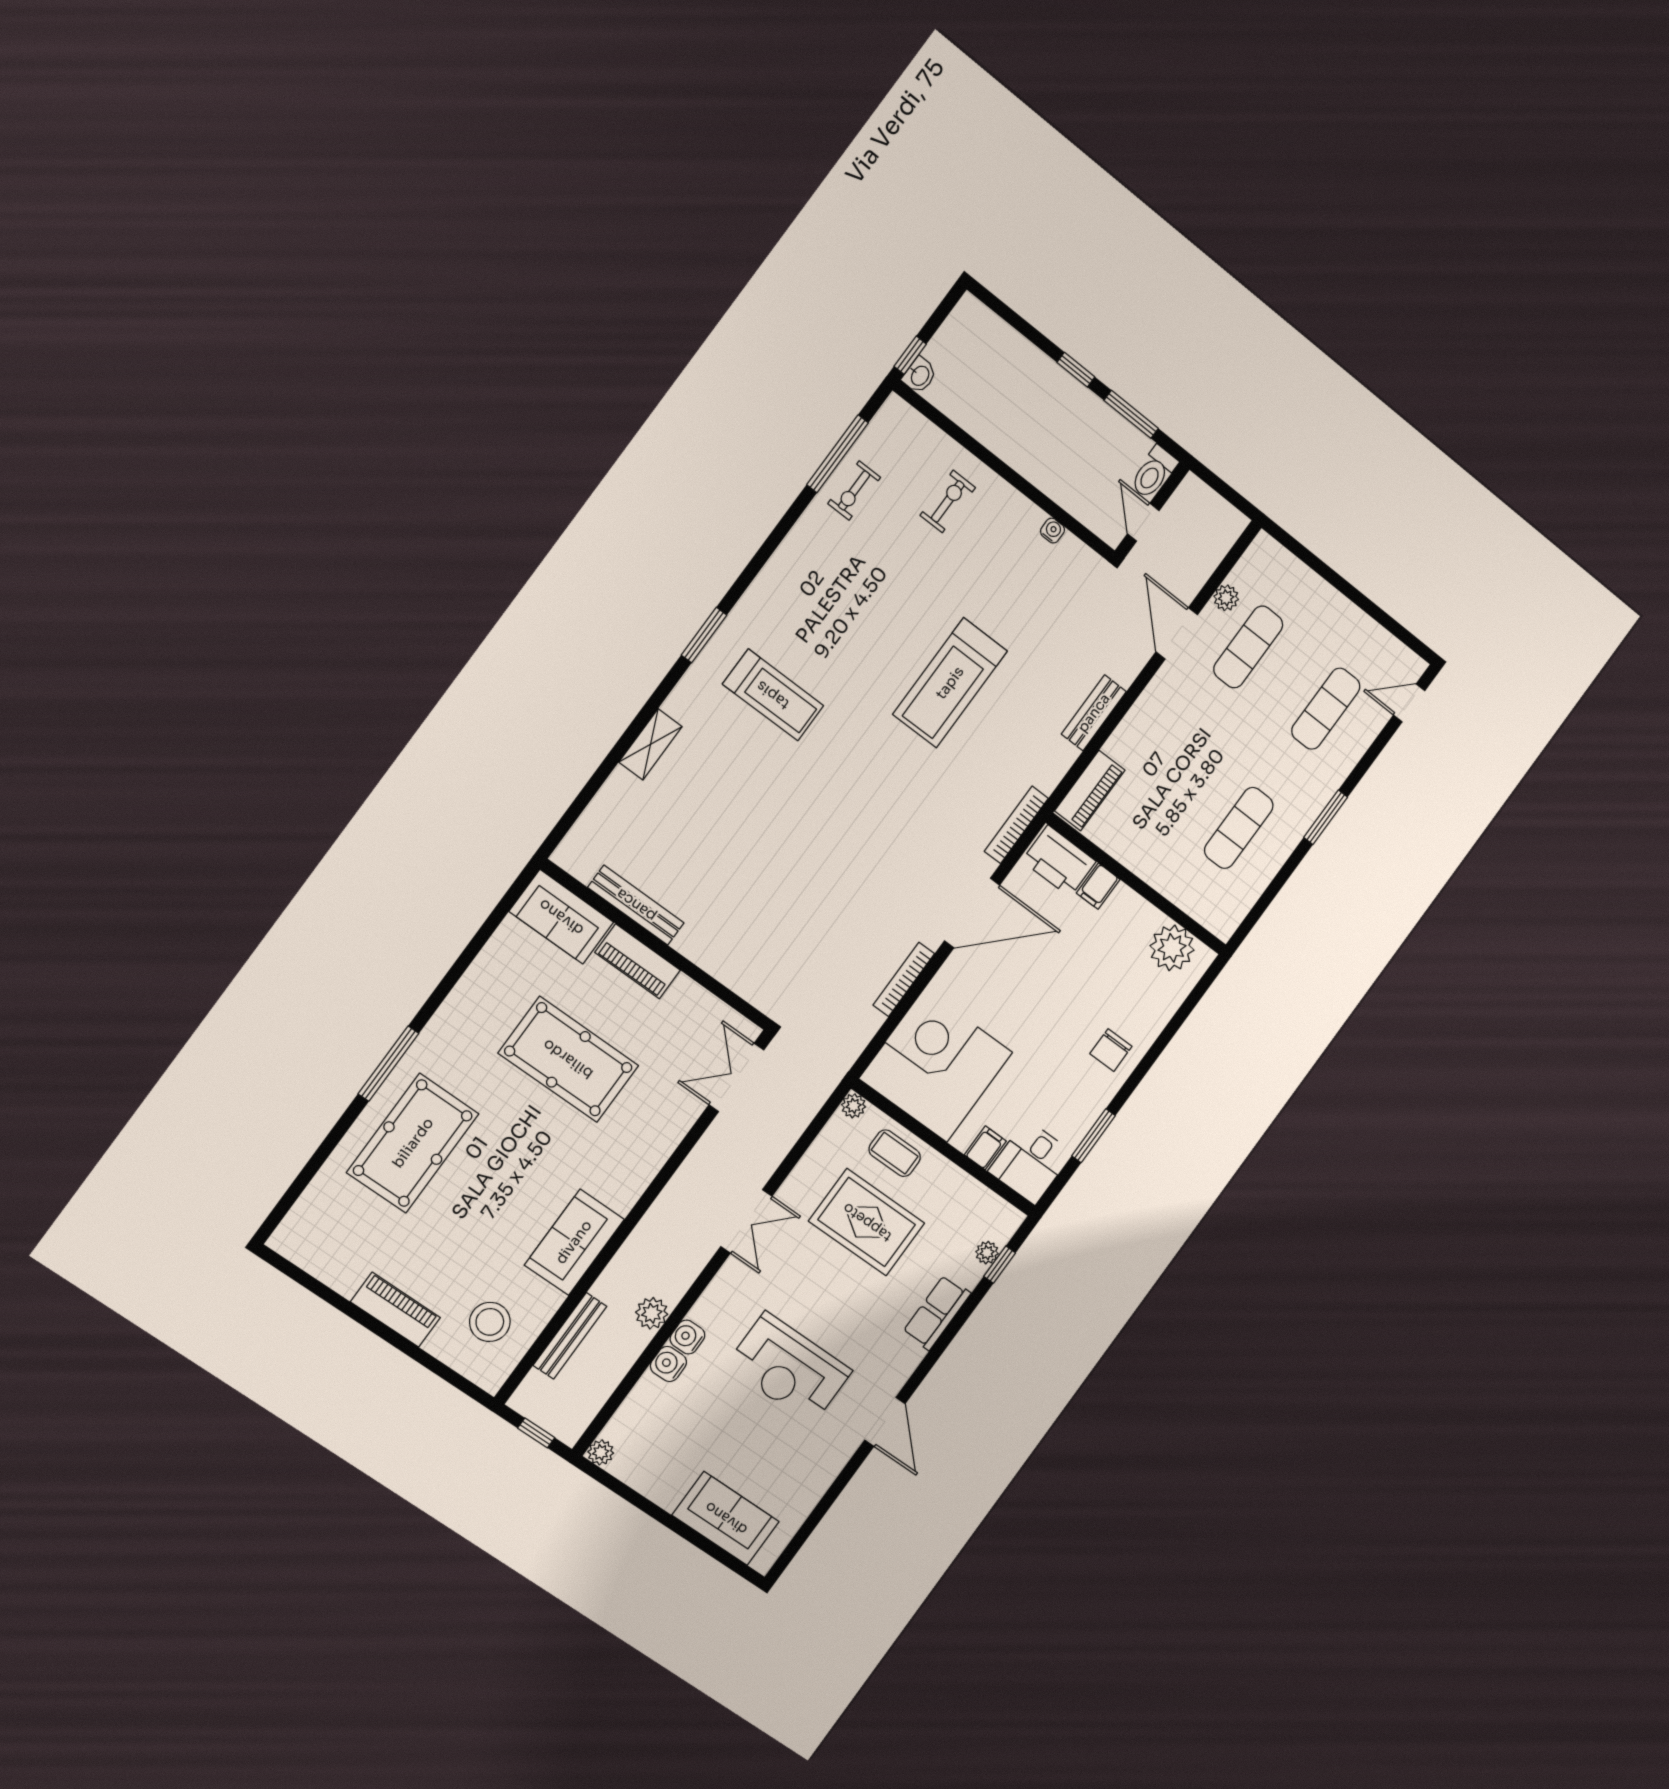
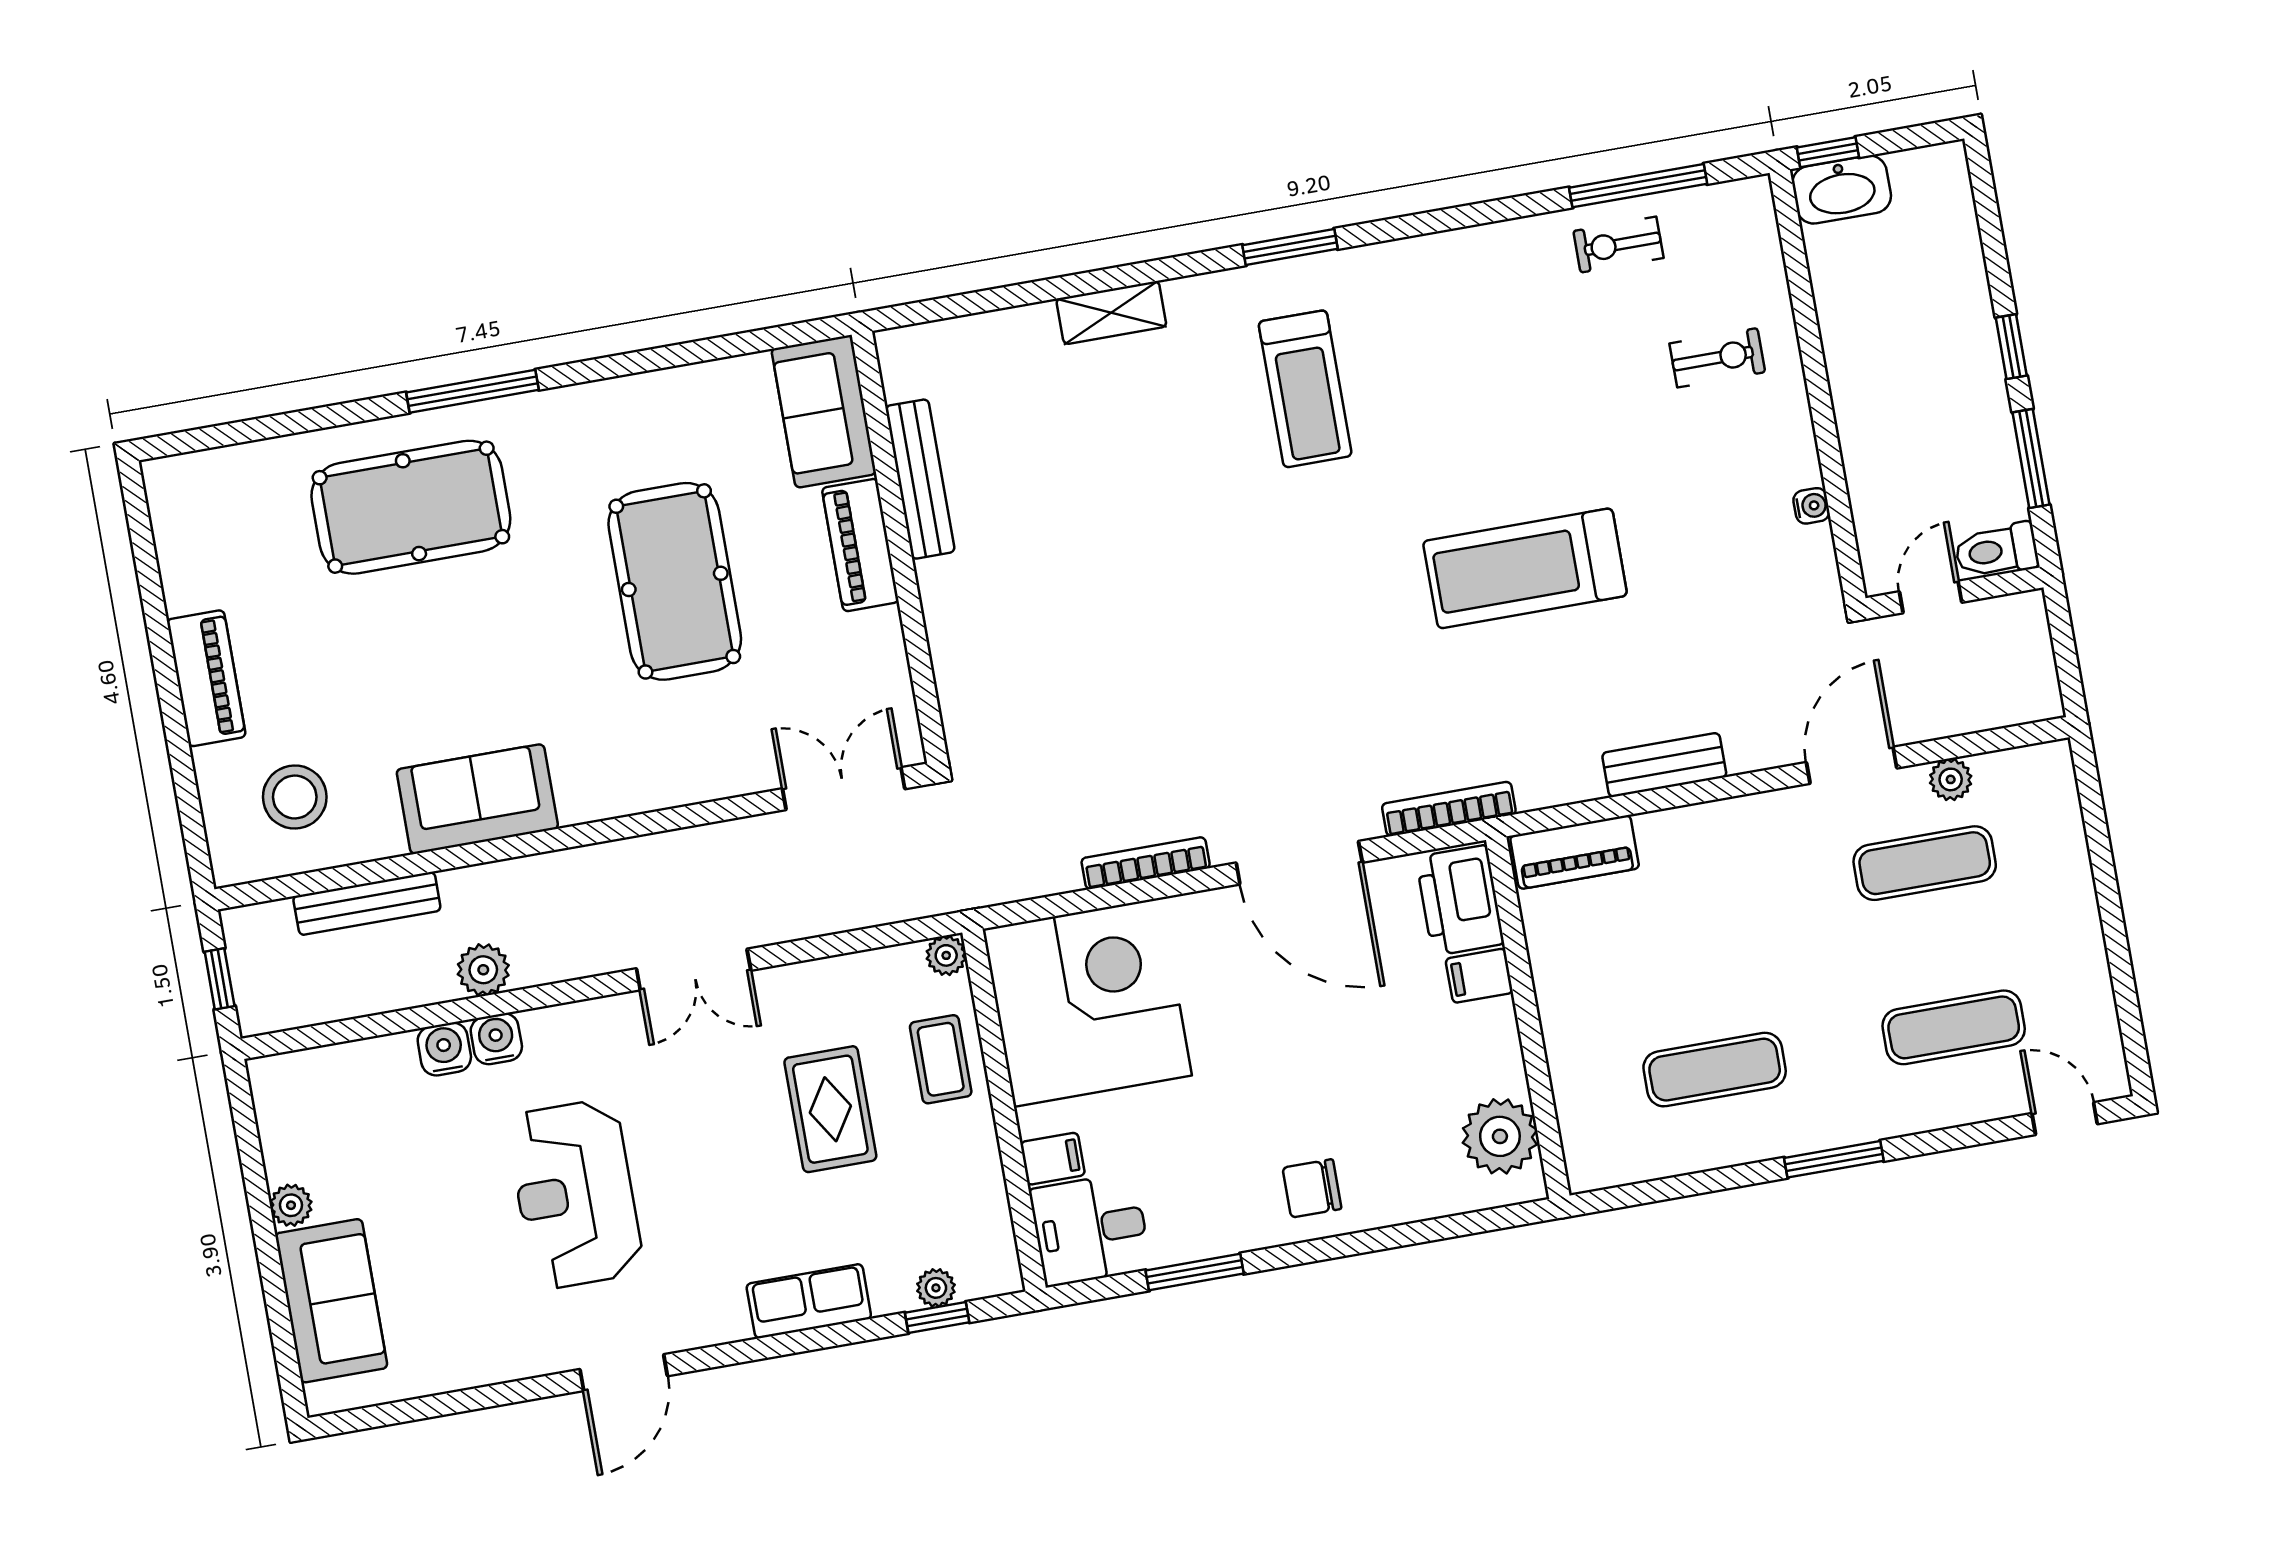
washbasin: (920, 375) -> (1842, 190), width x1.91, depth x1.45
rug: (867, 1222) -> (830, 1109), width x0.73, depth x0.70
plant: (601, 1452) -> (291, 1205), moved

